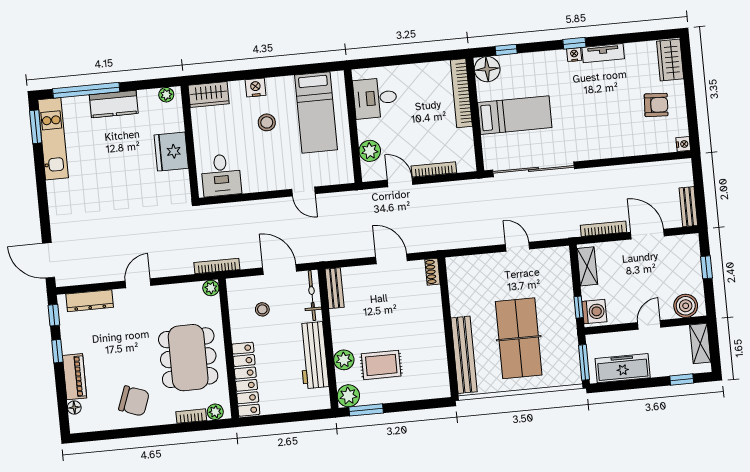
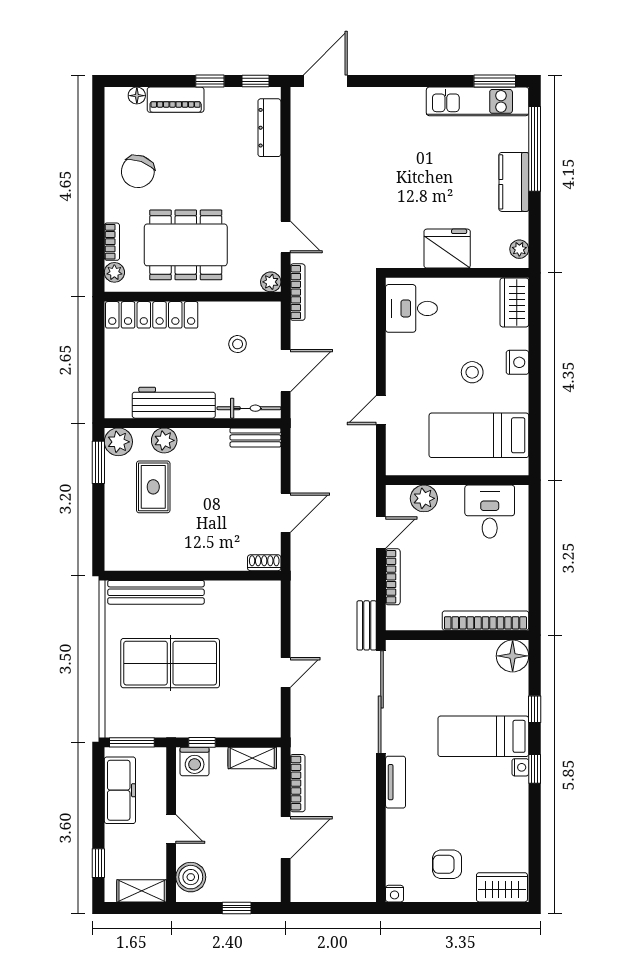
window: (506, 50) -> (535, 709), moved
tv unit: (603, 53) -> (396, 782), moved, turned 180
armchair: (656, 105) -> (447, 864), turned 87
bed: (515, 115) -> (483, 736), moved, turned 90
bench: (688, 207) -> (367, 625), moved, turned 90
door: (138, 283) -> (286, 237), moved

